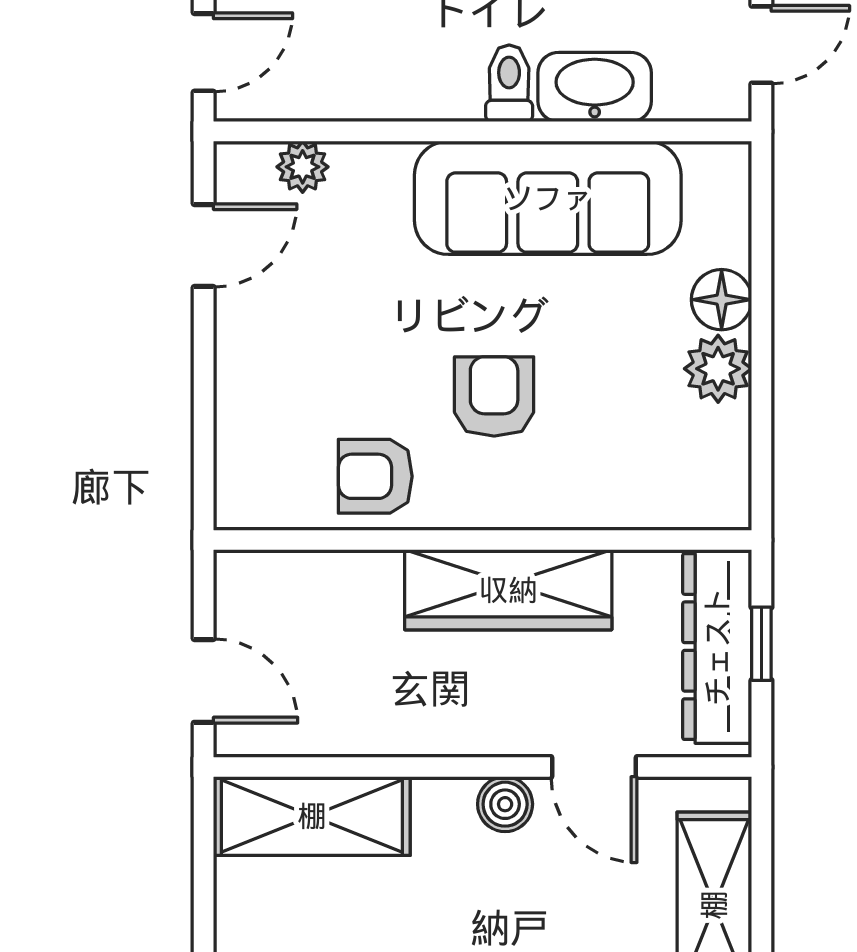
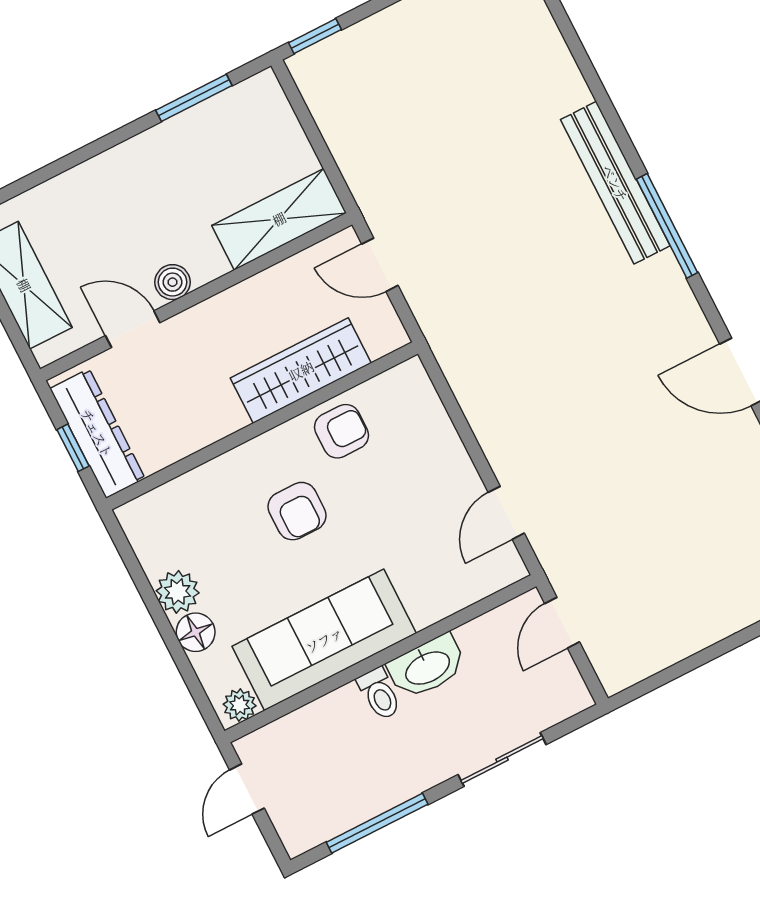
washbasin: (595, 87) -> (427, 667), moved
plant: (303, 167) -> (240, 705), moved
wardrobe: (508, 590) -> (301, 371), moved

